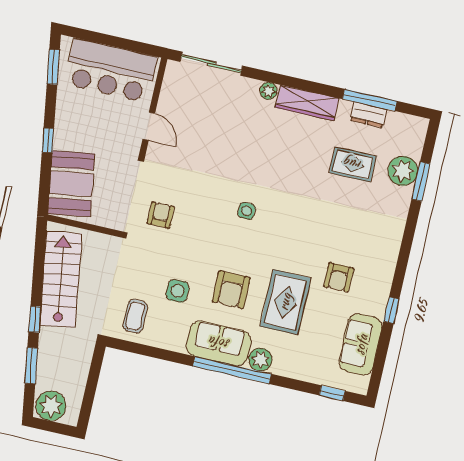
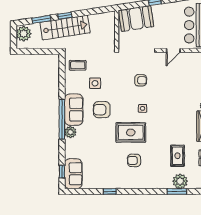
armchair: (161, 215) -> (141, 80), moved
armchair: (339, 277) -> (134, 160), moved
stairs: (61, 279) -> (65, 28), moved
rug: (285, 302) -> (131, 132), moved
sofa: (361, 344) -> (73, 174), moved, turned 90

